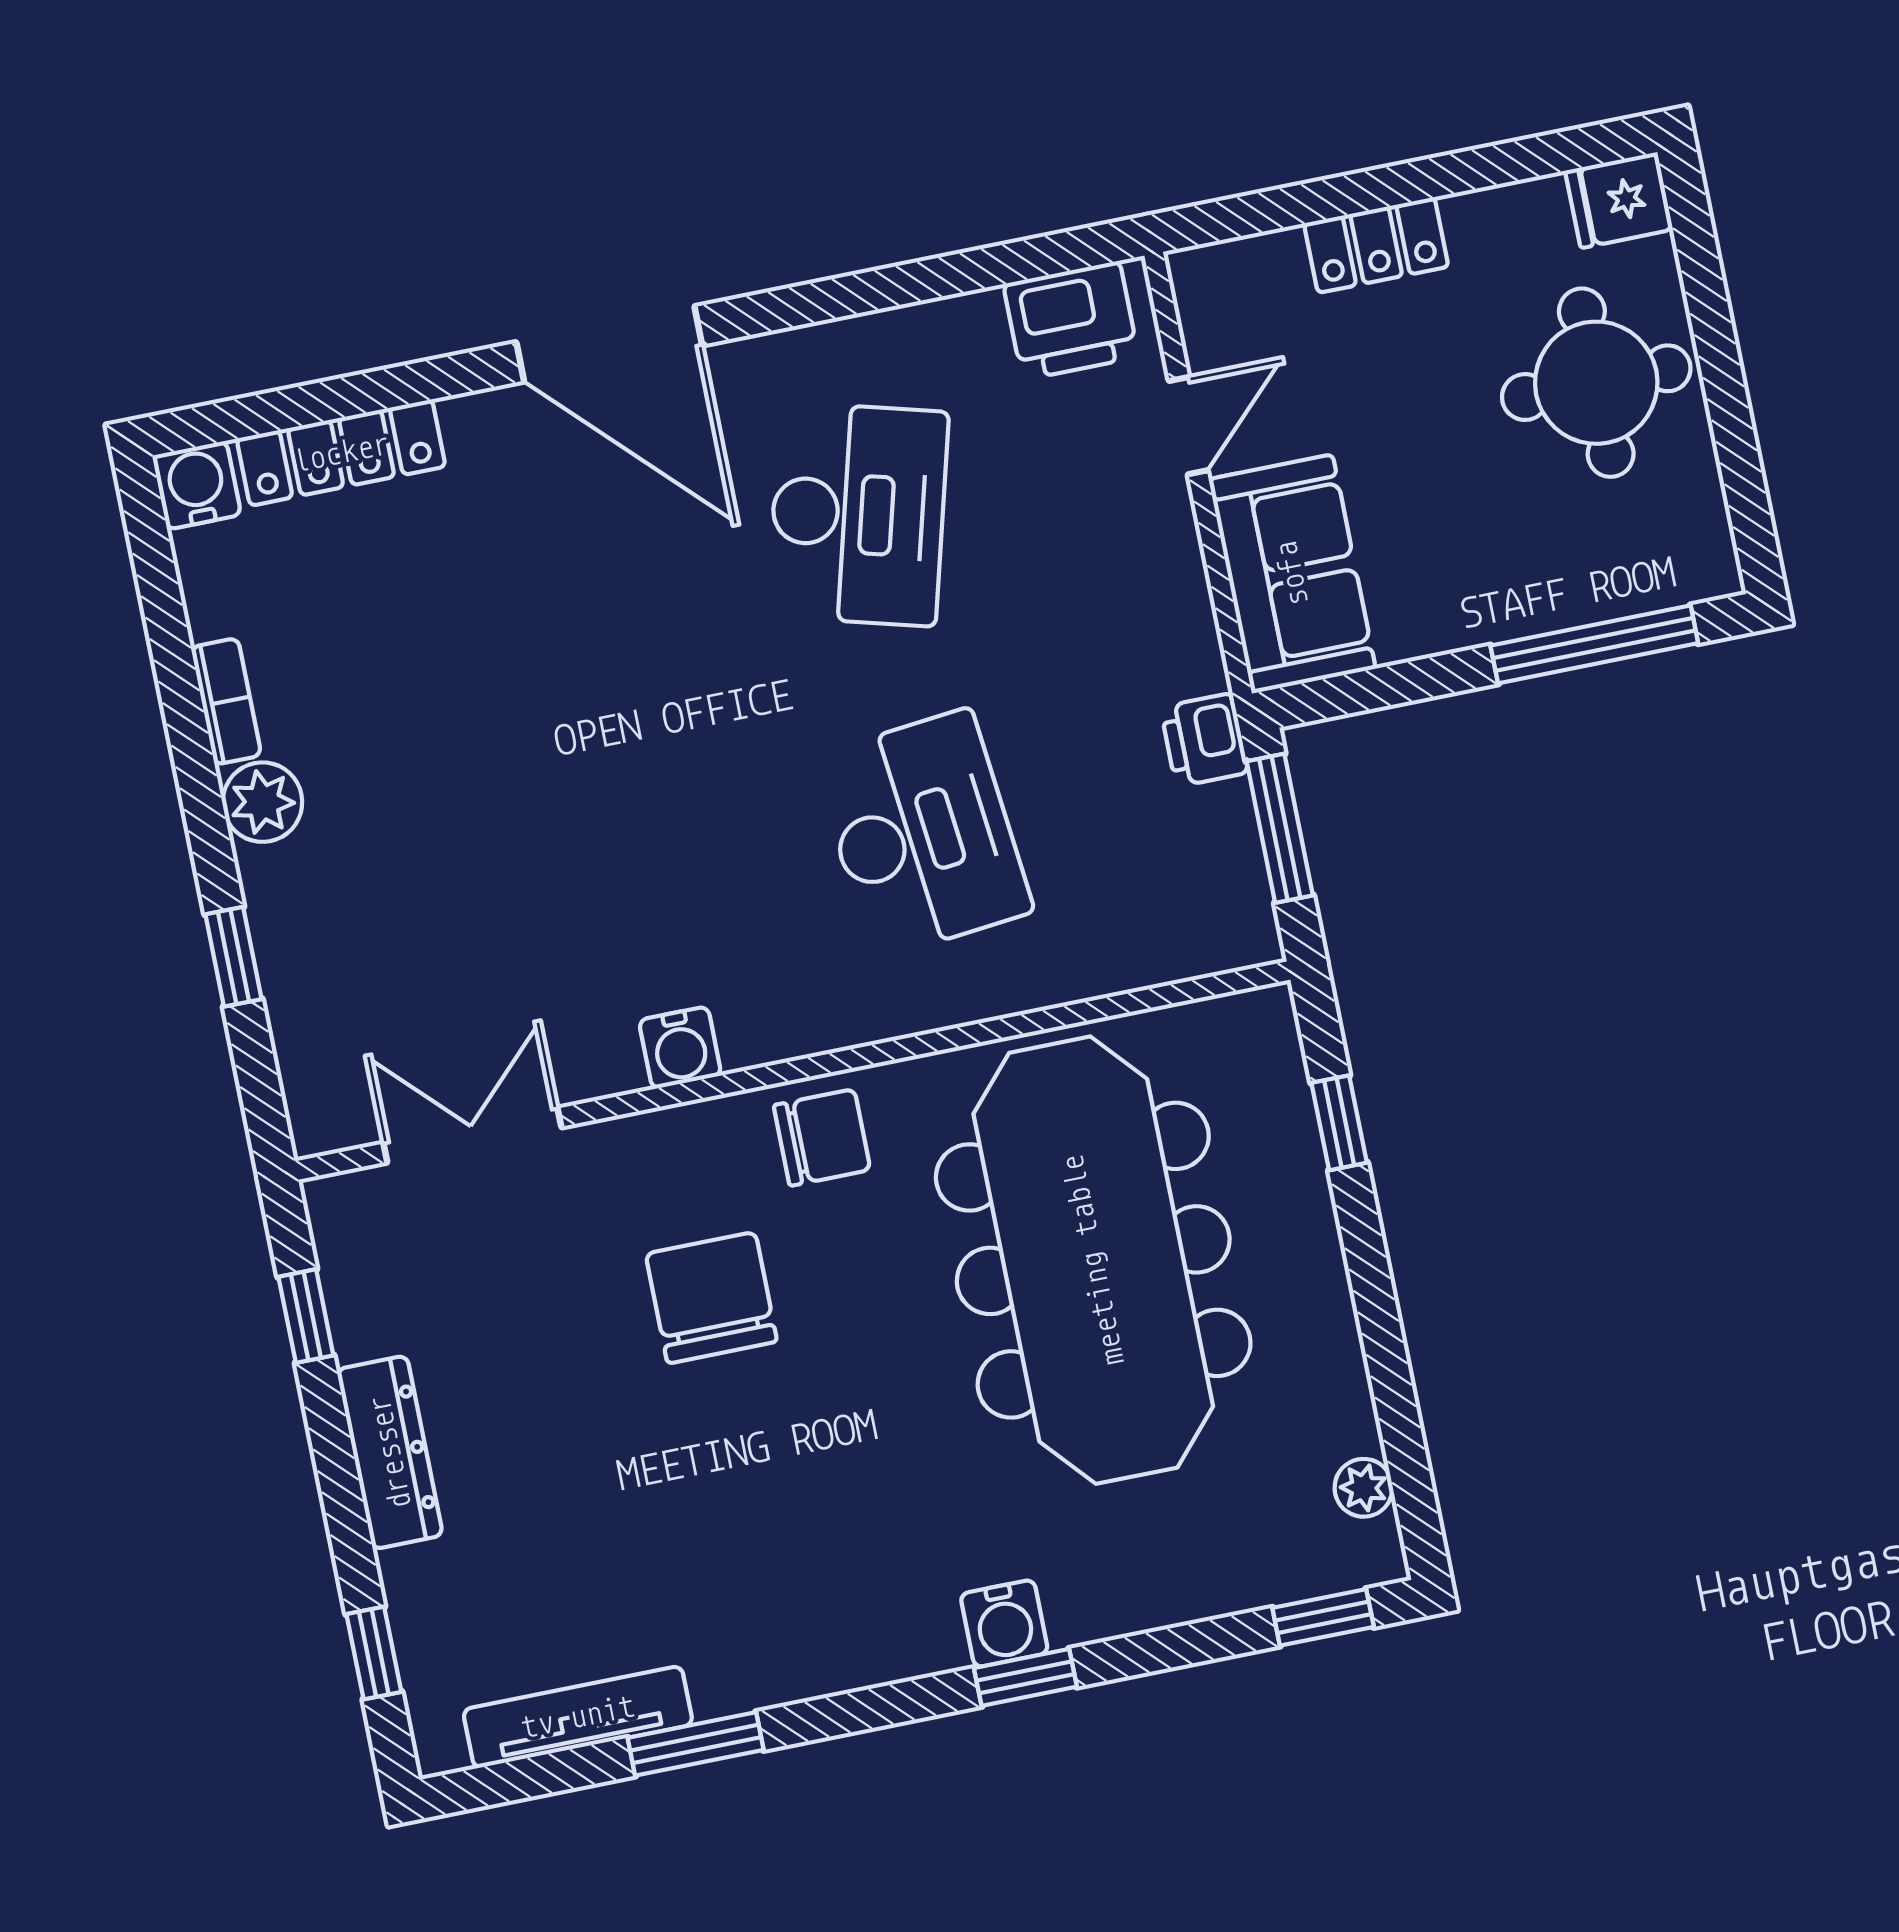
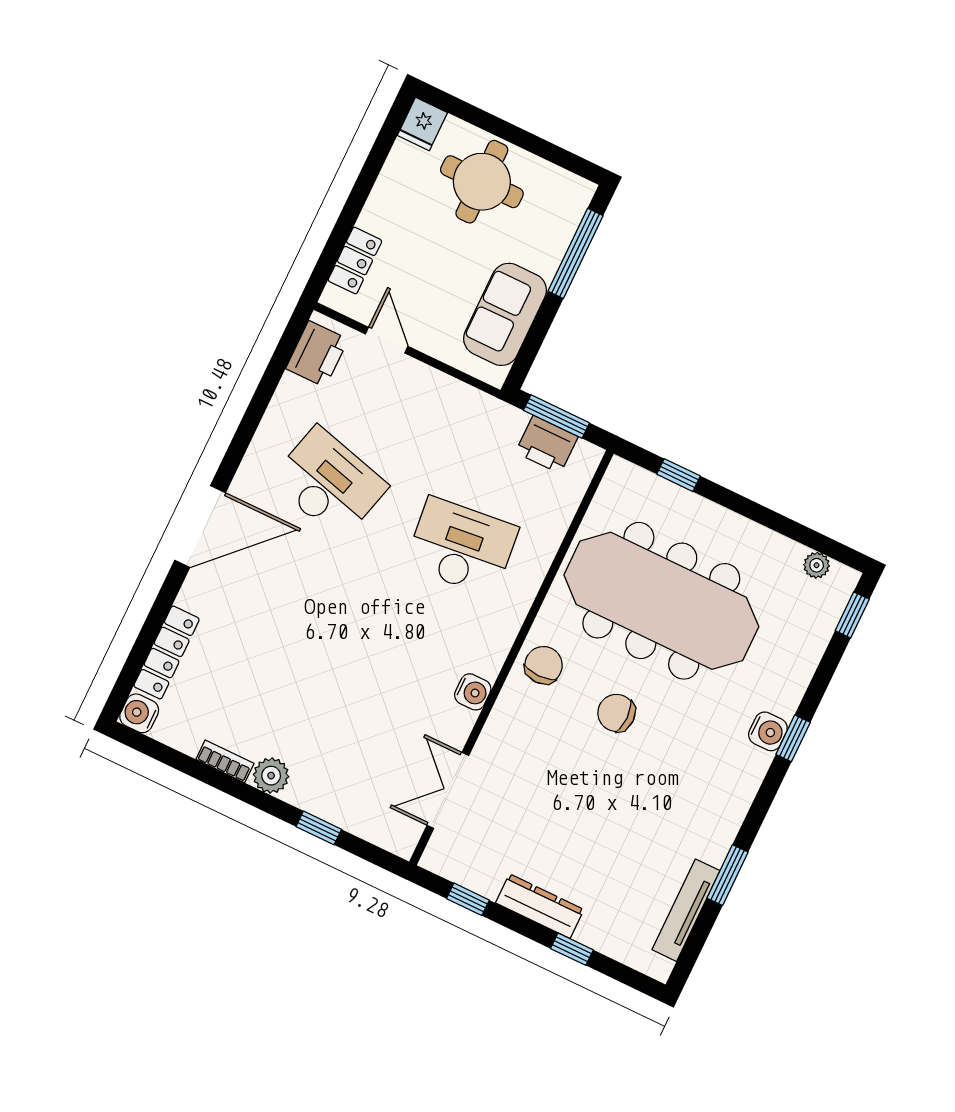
locker: (1376, 245) -> (355, 261), moved
sofa: (1292, 574) -> (505, 314), moved, turned -90
printer: (1204, 740) -> (547, 445), moved, width x1.36, depth x1.24
chair: (711, 1298) -> (616, 713), moved, width x0.73, depth x0.73
window: (374, 1653) -> (572, 949), moved

